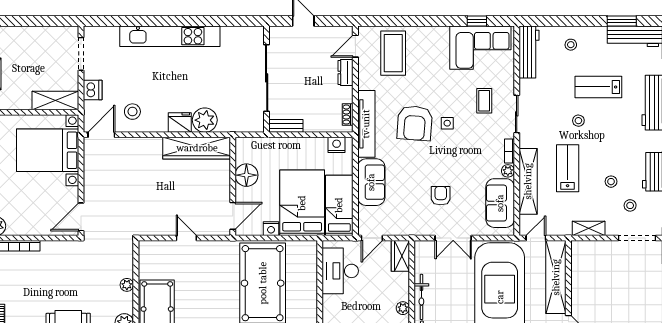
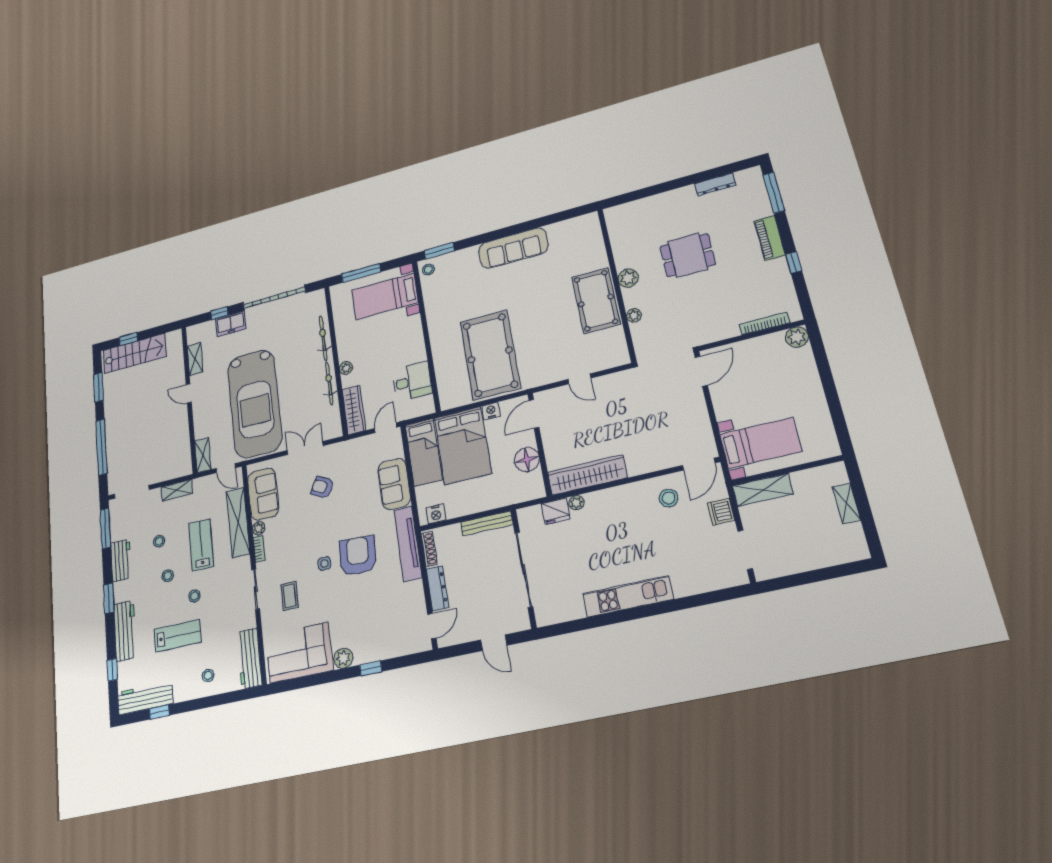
window: (477, 21) -> (371, 668), moved
window: (622, 21) -> (159, 712), width x0.67
plant: (440, 35) -> (343, 658), added
kitchen unit: (170, 36) -> (628, 596), width x0.73
coffee table: (393, 53) -> (390, 627), removed
dresser: (345, 72) -> (437, 588), width x1.44
shoe rack: (348, 115) -> (429, 549), width x1.43
plant: (205, 120) -> (576, 503), width x0.53, depth x0.53
fridge: (180, 123) -> (556, 511), moved
bench: (286, 126) -> (487, 523), width x1.36
bed with nightstands: (48, 150) -> (761, 443), width x0.73
lab bench: (568, 168) -> (201, 545), turned 180
armchair: (441, 196) -> (322, 487), turned 117
stool: (630, 205) -> (168, 576), moved
door: (536, 238) -> (226, 468), hinge flipped
wardrobe: (400, 256) -> (354, 410), width x1.50
desk: (340, 271) -> (412, 381), width x0.73
shelving: (556, 277) -> (203, 455), width x0.45, depth x0.75

